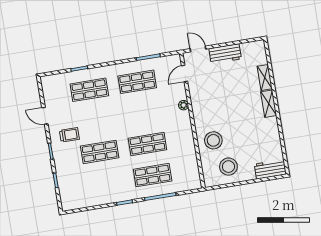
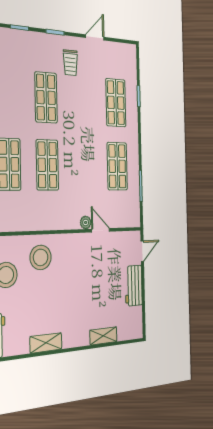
door: (185, 73) -> (101, 230), moved
shelving: (269, 104) -> (46, 343), moved

